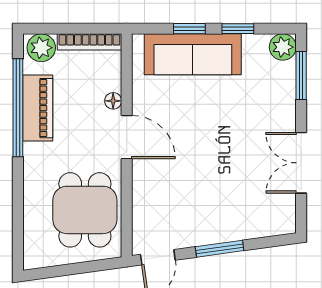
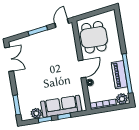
plant: (283, 47) -> (36, 113), moved
door: (127, 137) -> (82, 69), swing flipped
double door: (301, 163) -> (9, 59), moved

